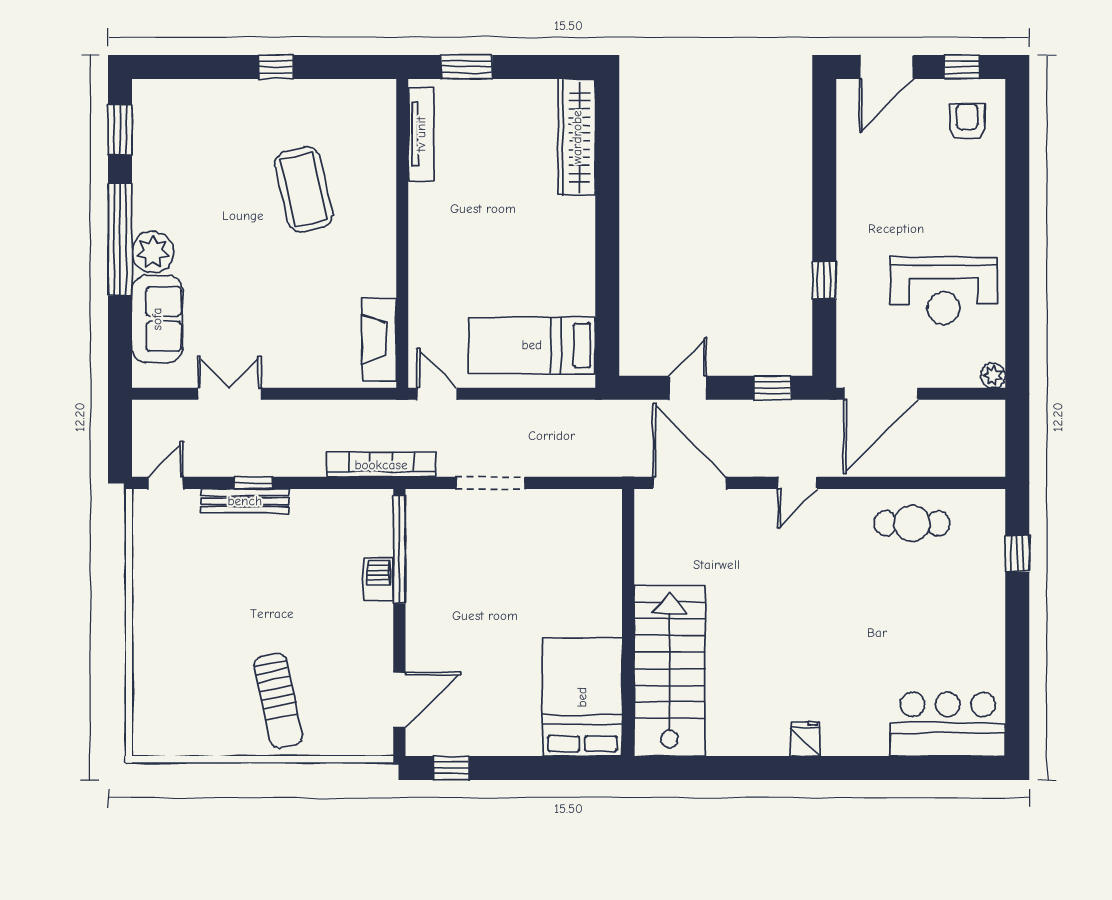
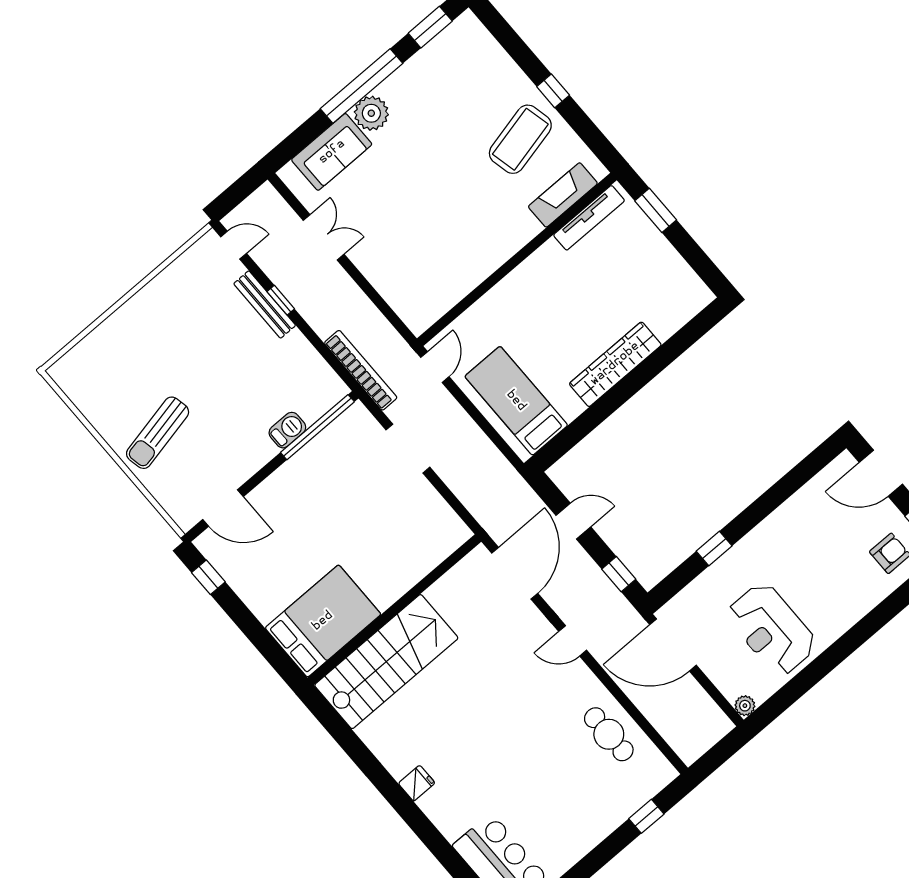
wardrobe: (577, 137) -> (615, 364), moved
coffee table: (304, 189) -> (520, 139), moved
fireplace: (379, 339) -> (563, 195), moved

